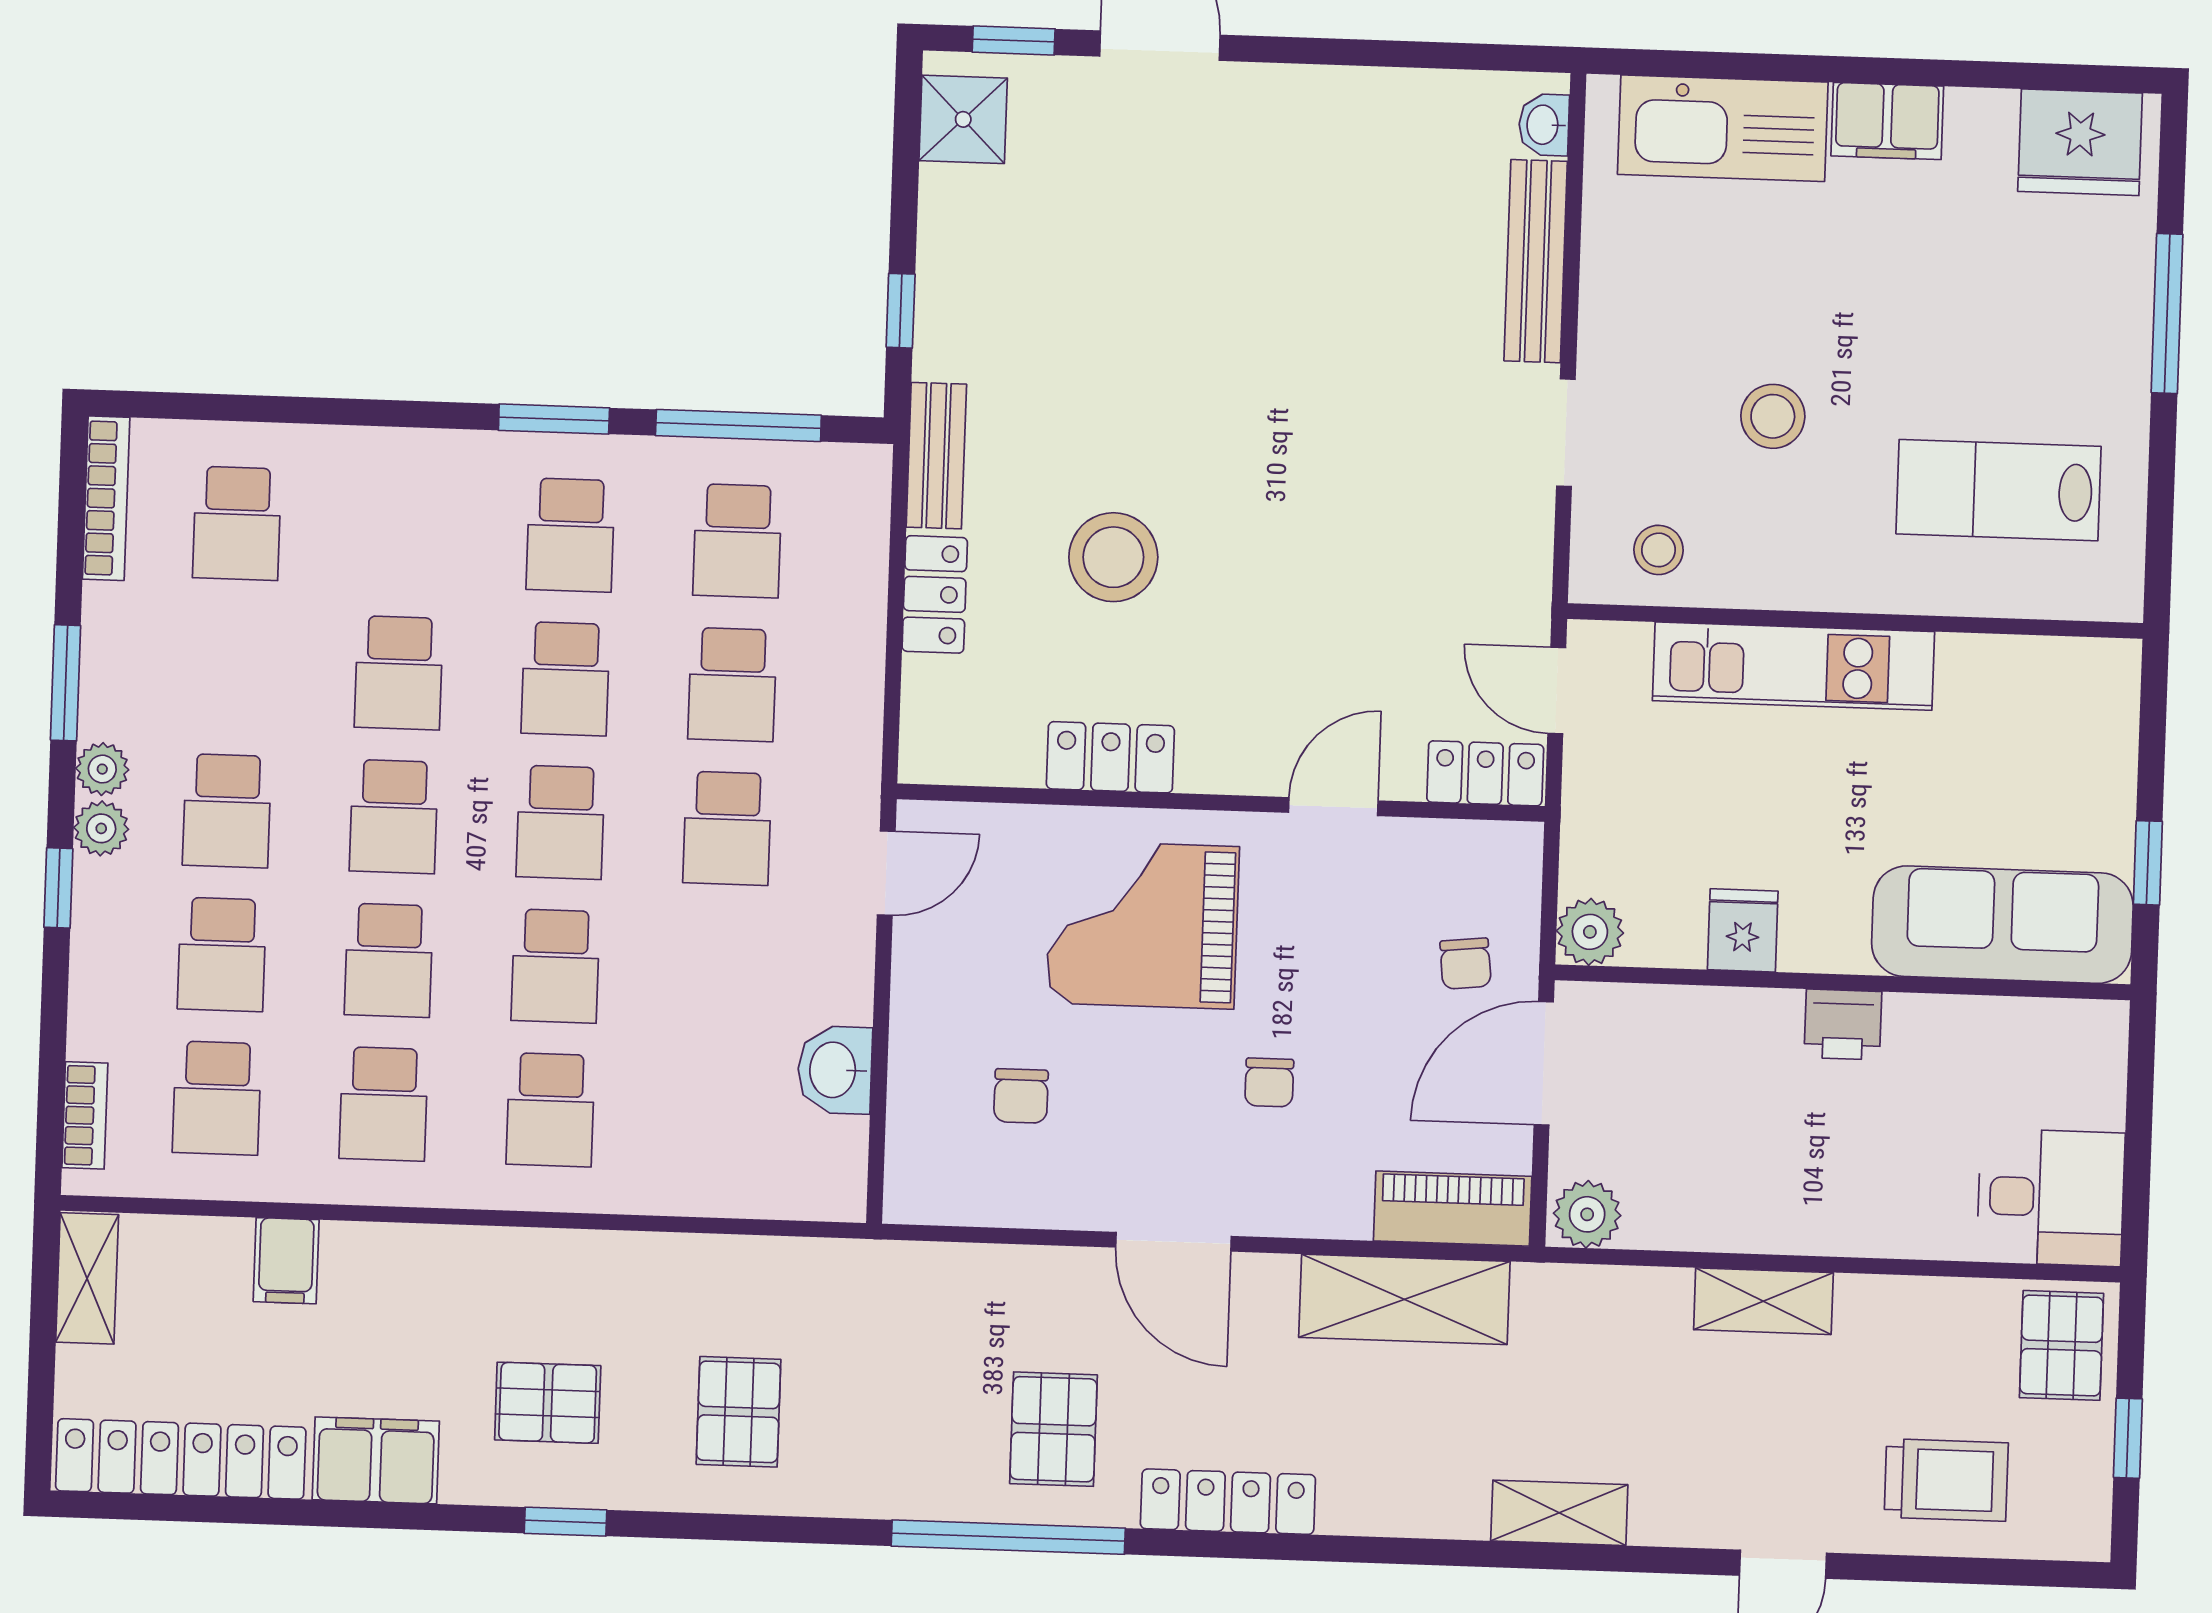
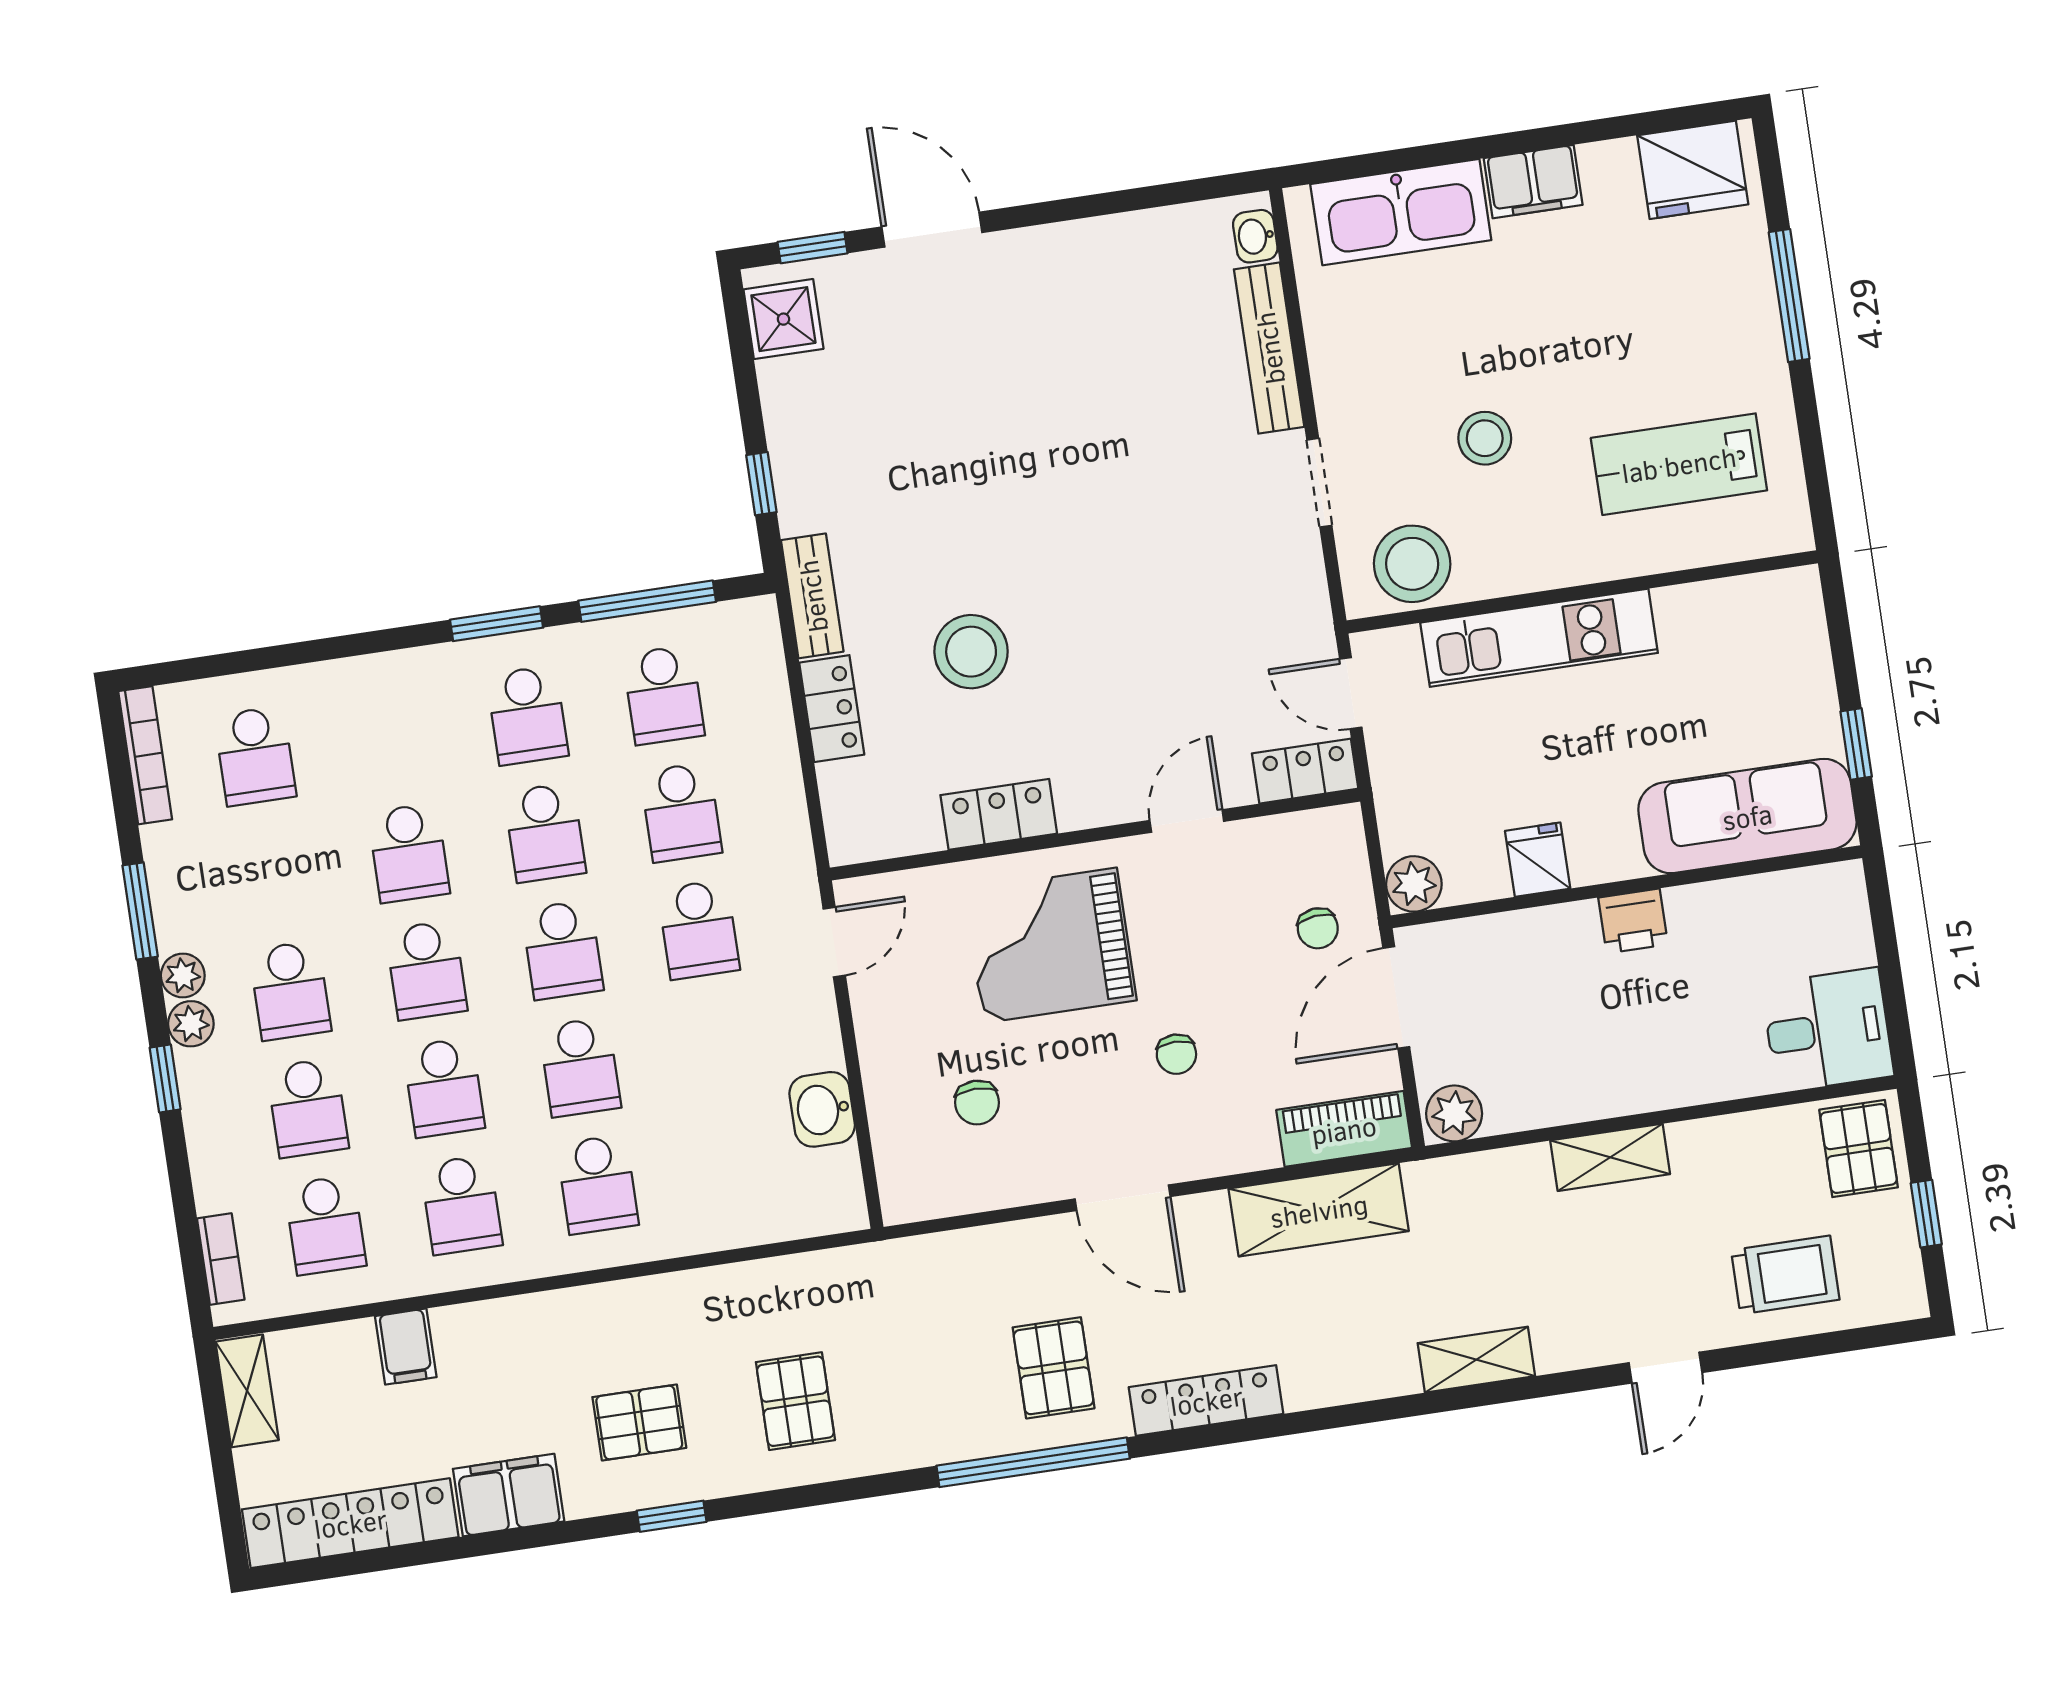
stool: (1659, 550) -> (1412, 564), width x1.89, depth x1.89

